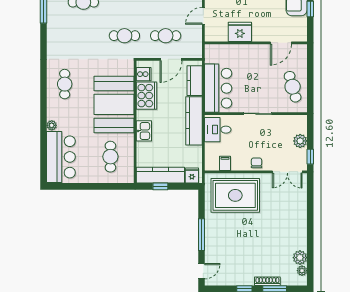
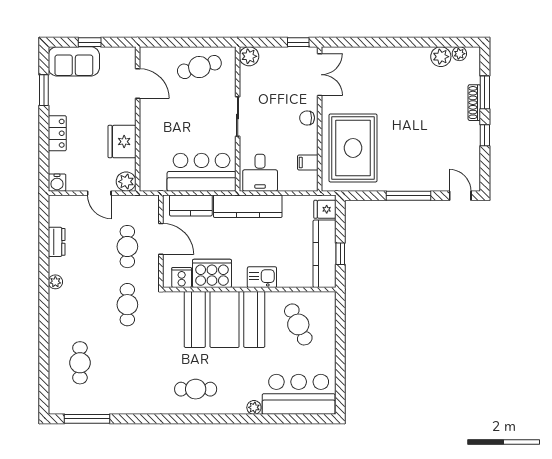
plant: (212, 35) -> (126, 182), added
plant: (300, 141) -> (249, 56), moved
cafe table: (110, 157) -> (298, 324), turned 65

